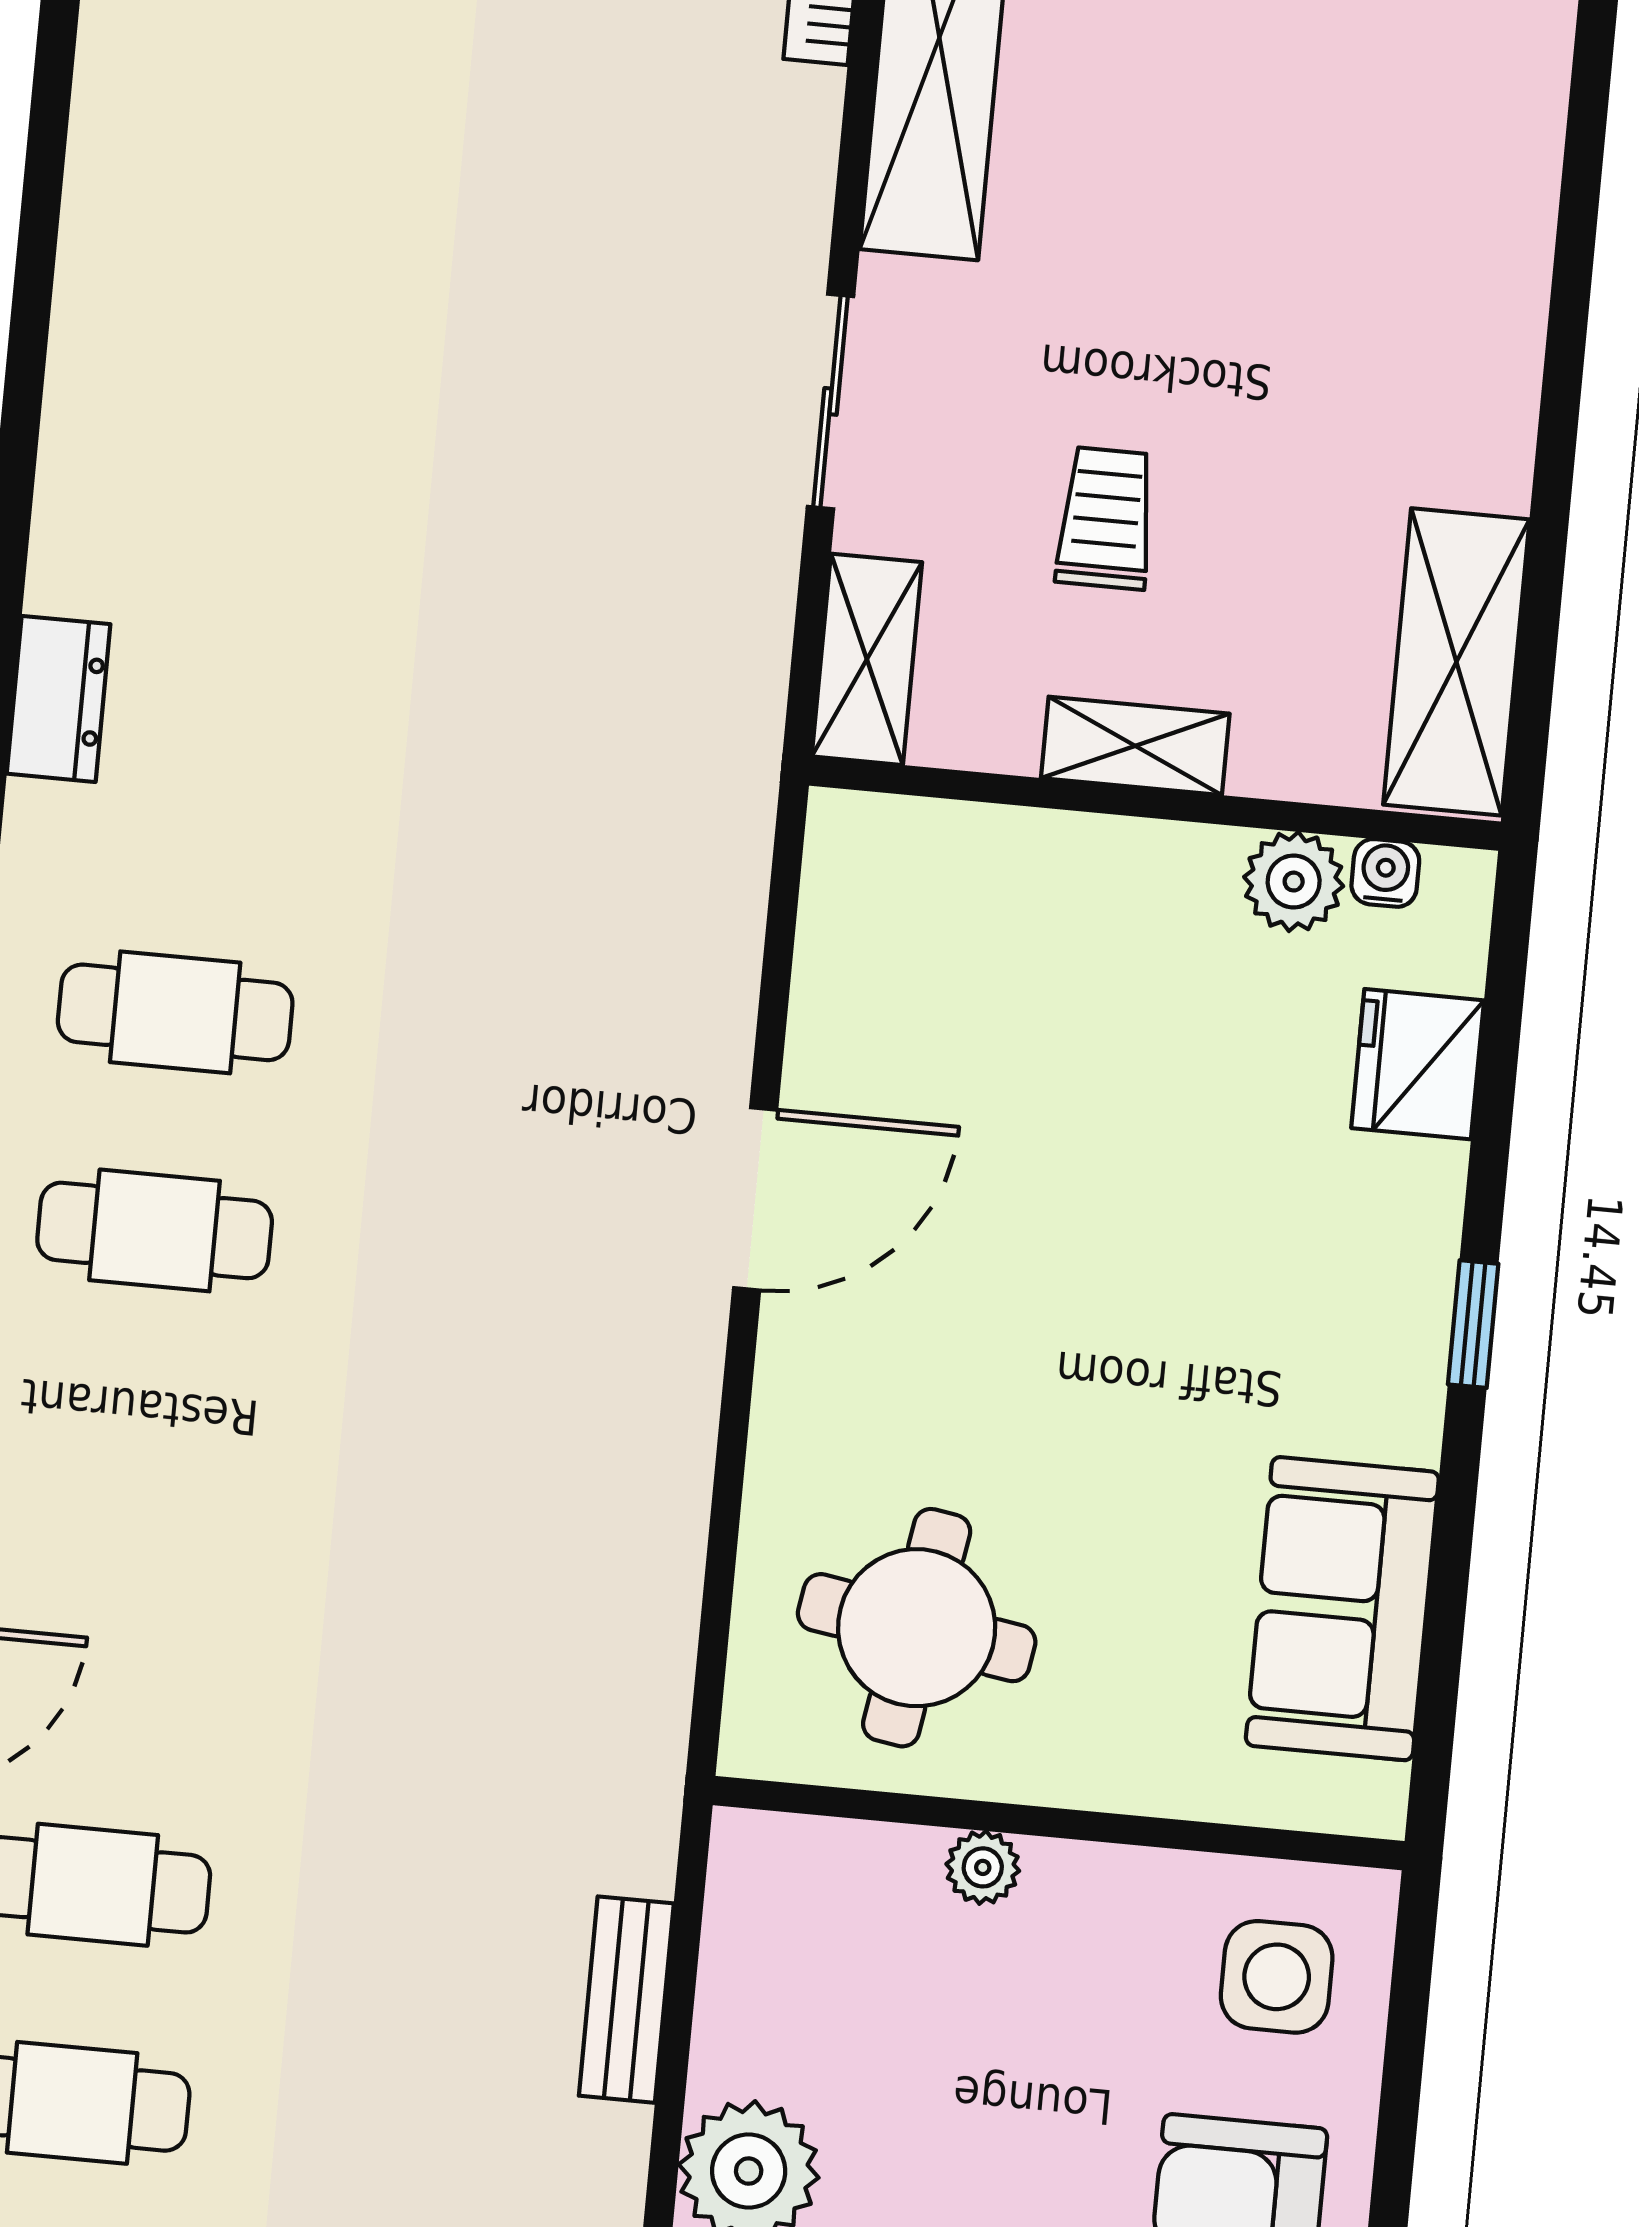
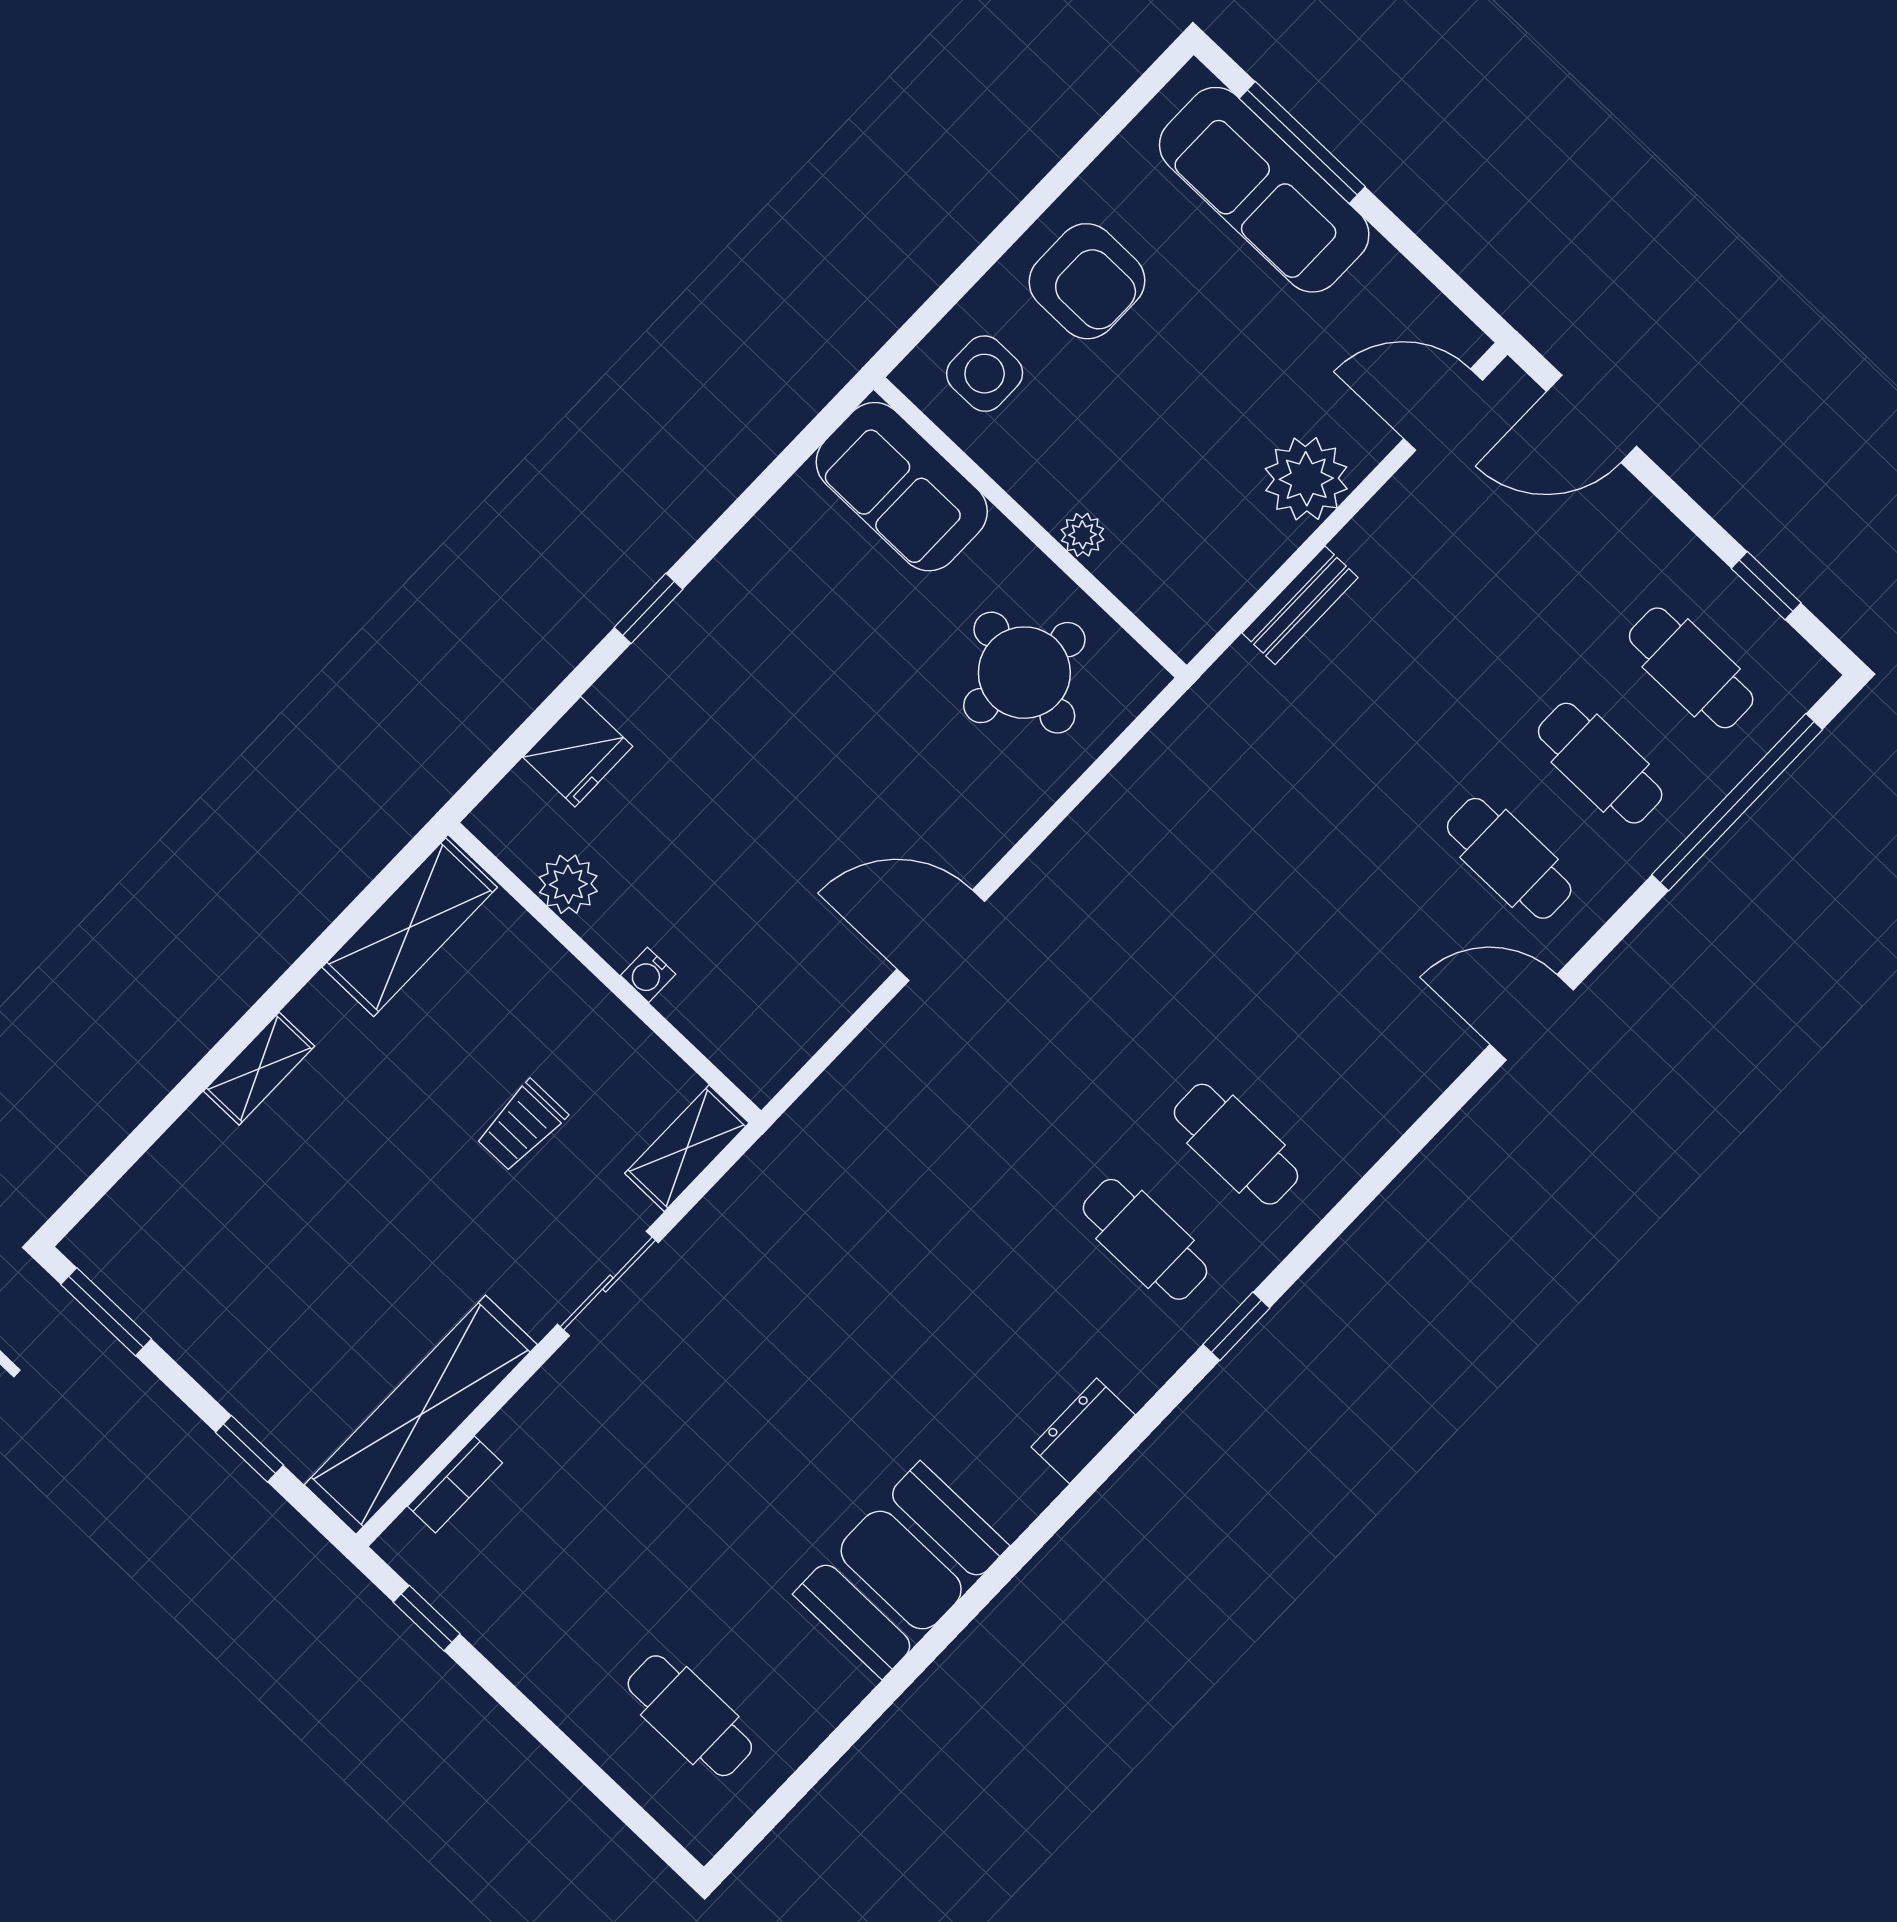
booth: (153, 330) -> (901, 1570), added
shelving: (1135, 746) -> (259, 1069), moved, turned 90
water cooler: (1385, 873) -> (648, 975), moved
sofa: (1342, 1609) -> (902, 487), moved, turned 90

